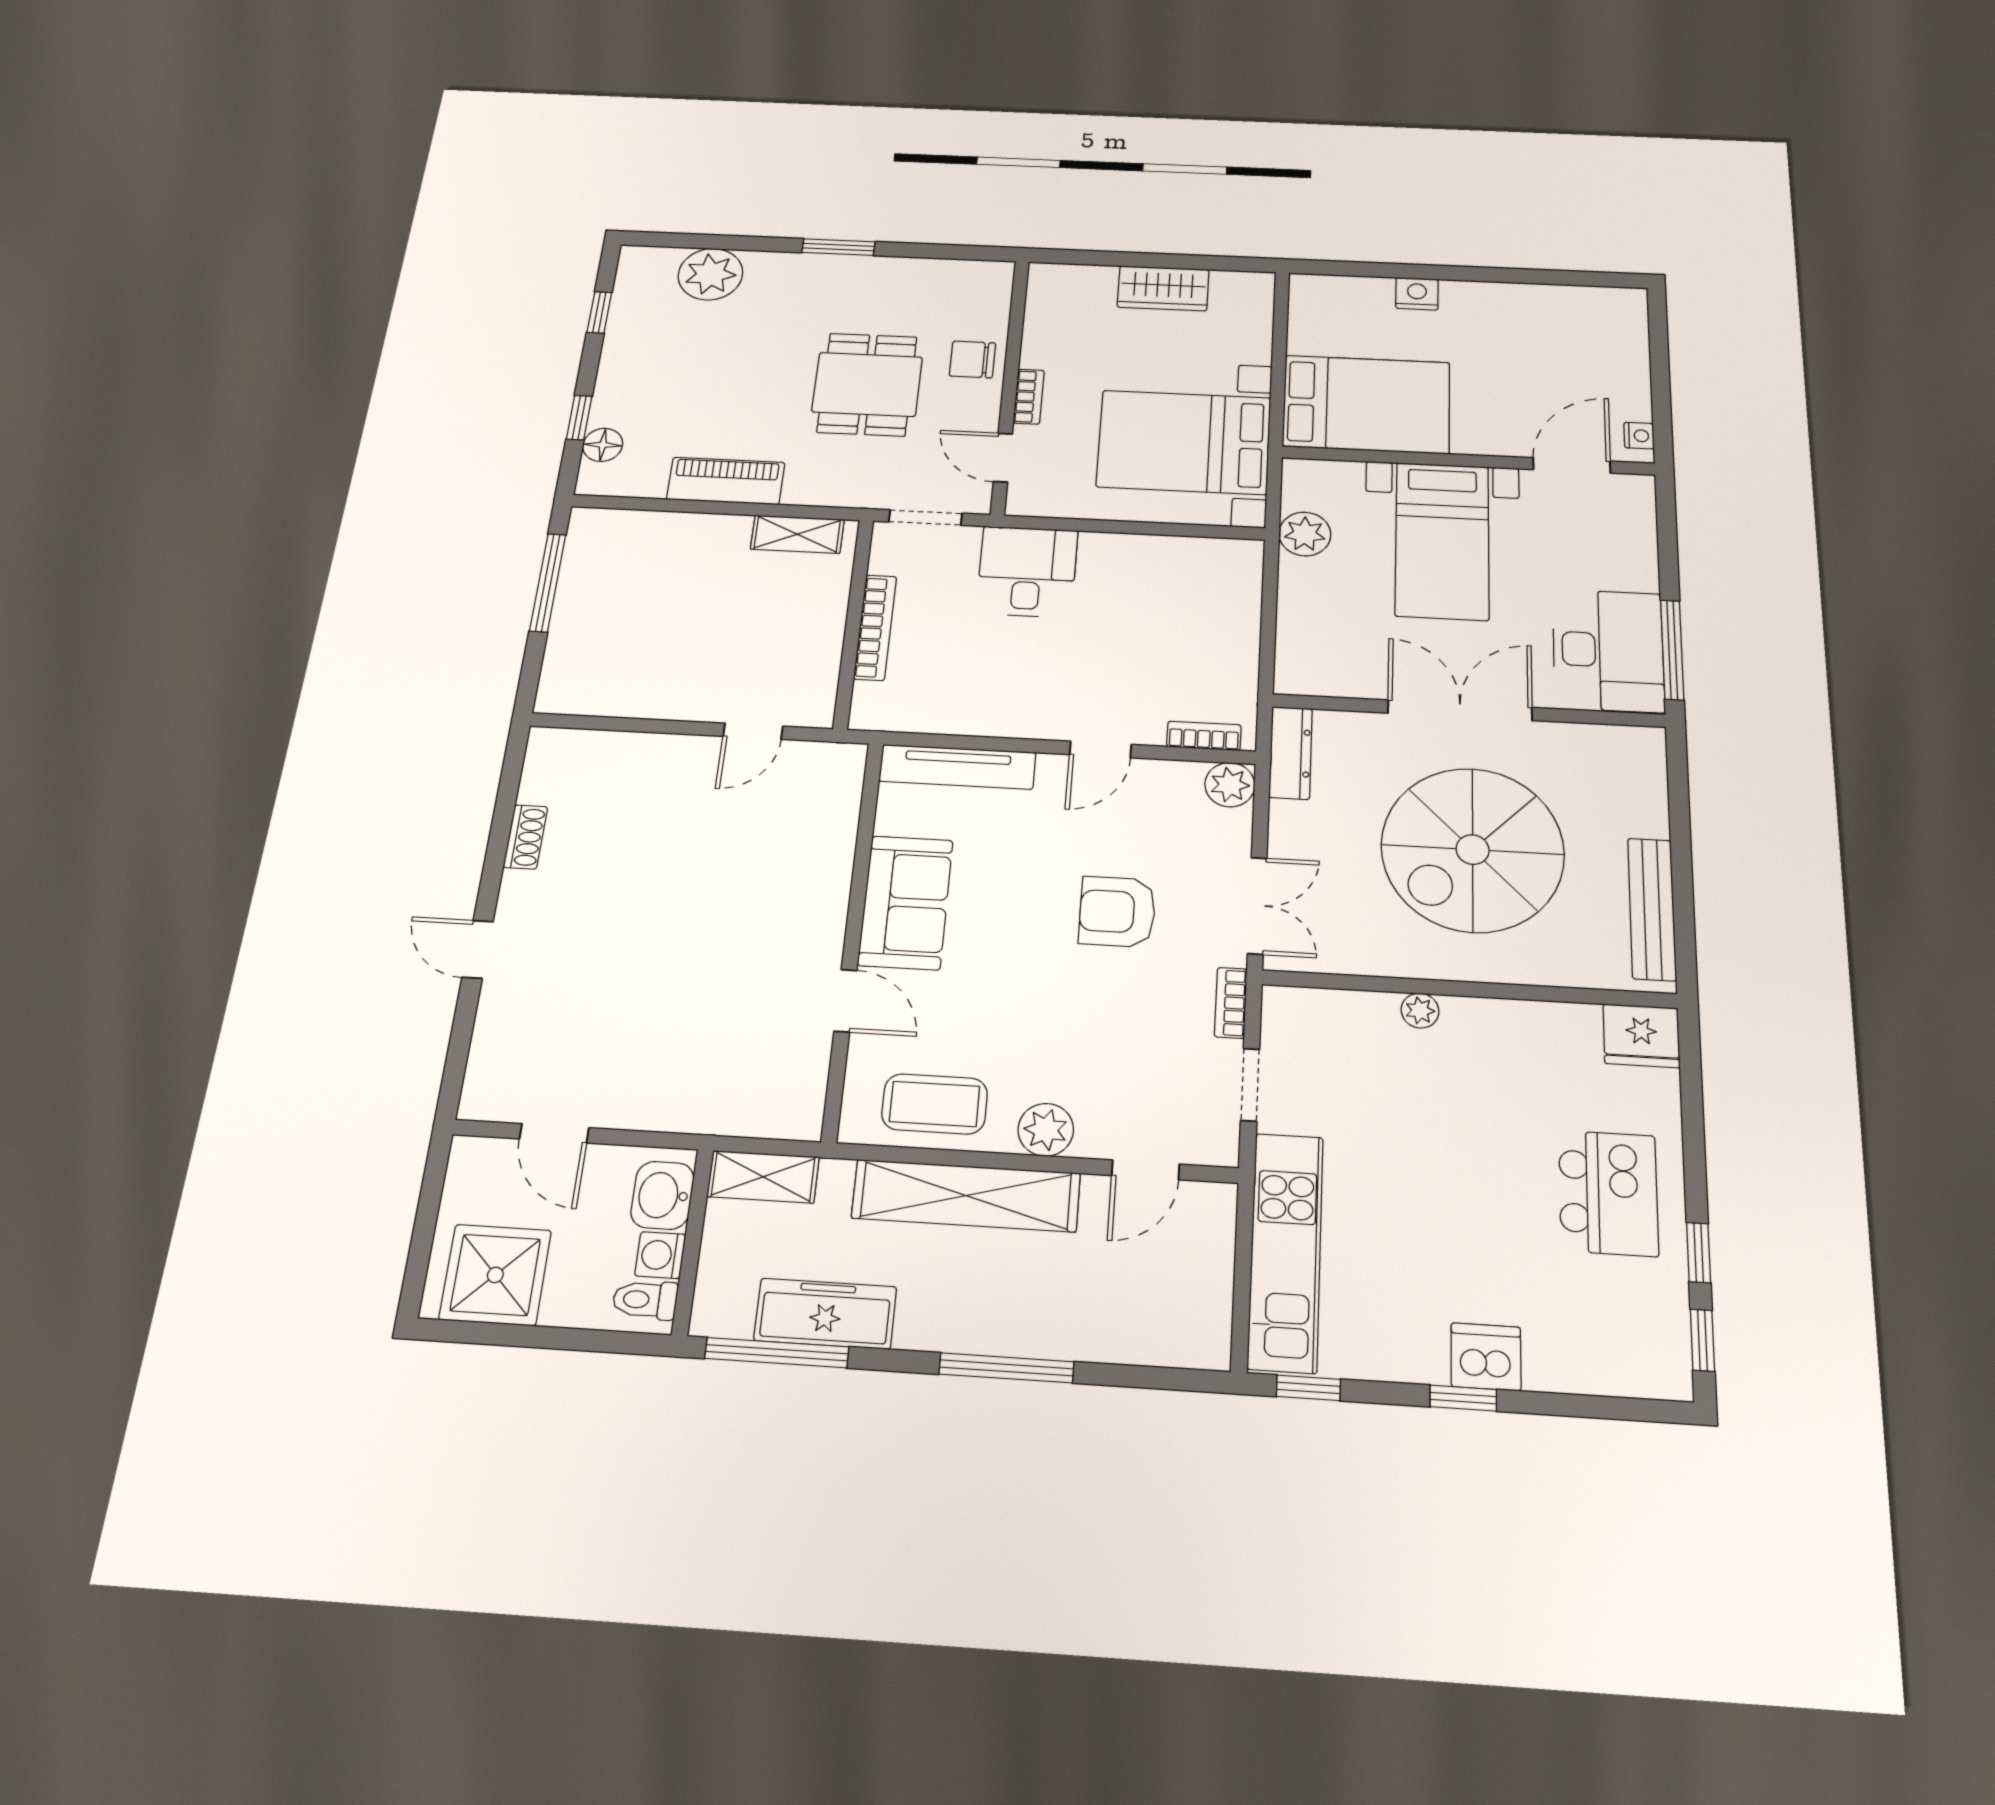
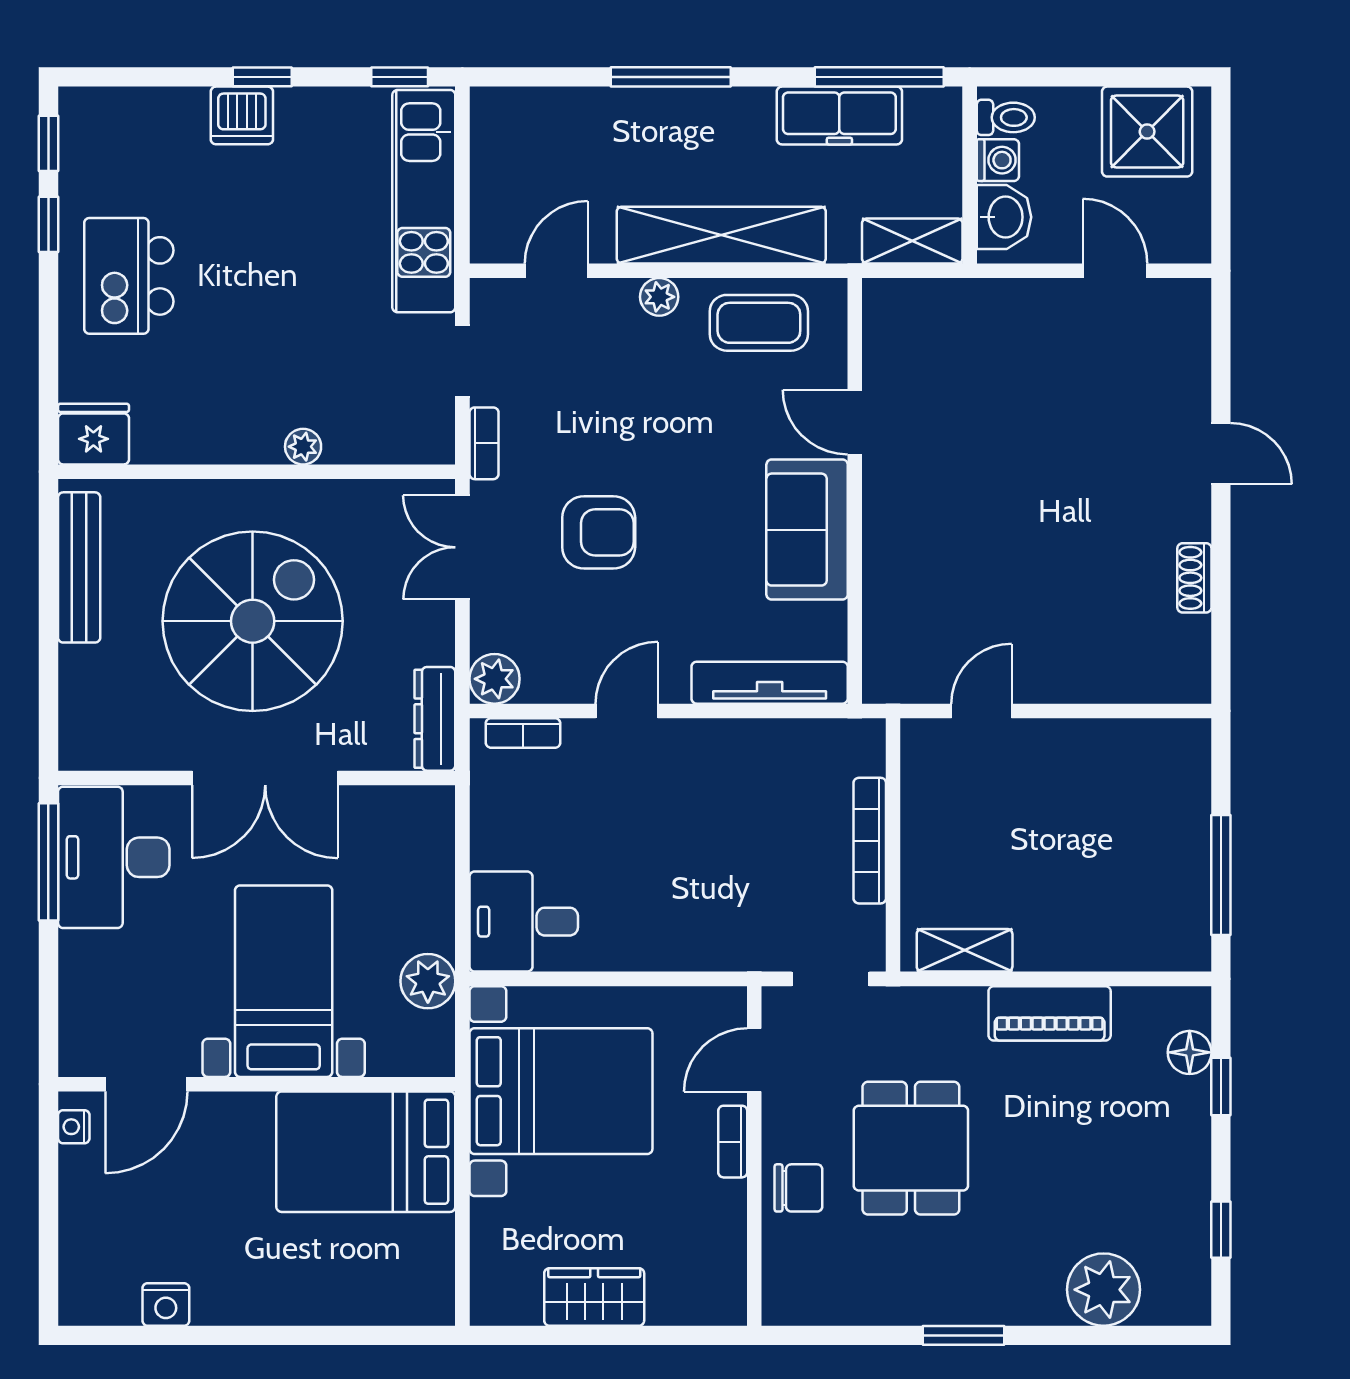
nightstand: (1417, 294) -> (166, 1304), moved
door: (1003, 458) -> (754, 1060), swing flipped
desk: (1027, 572) -> (524, 922), moved, turned 90
plant: (1046, 1130) -> (659, 297), width x0.73, depth x0.73

